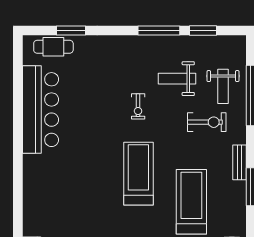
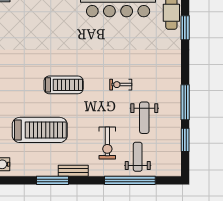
weight bench: (177, 79) -> (144, 118), turned 180
weight bench: (223, 86) -> (138, 157), turned 90
treadmill: (138, 174) -> (64, 85), width x0.73, depth x0.73

